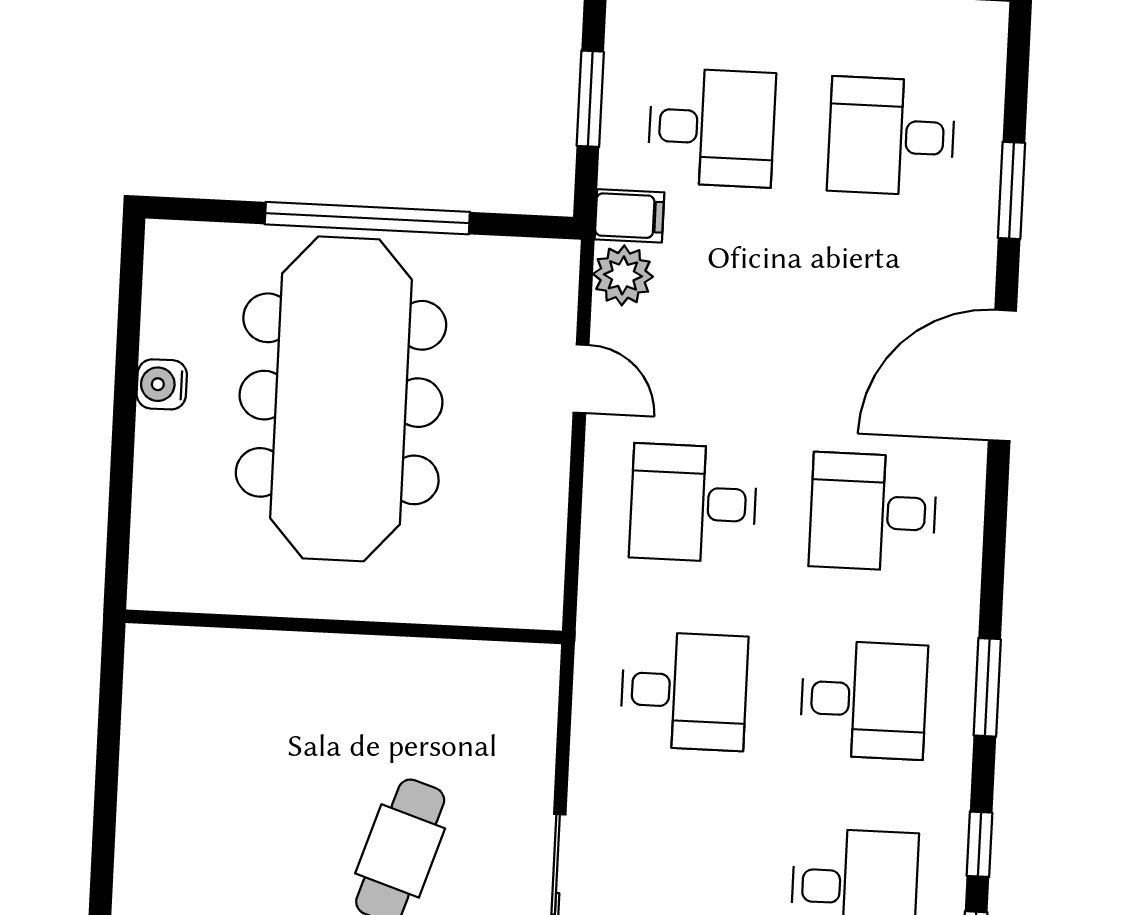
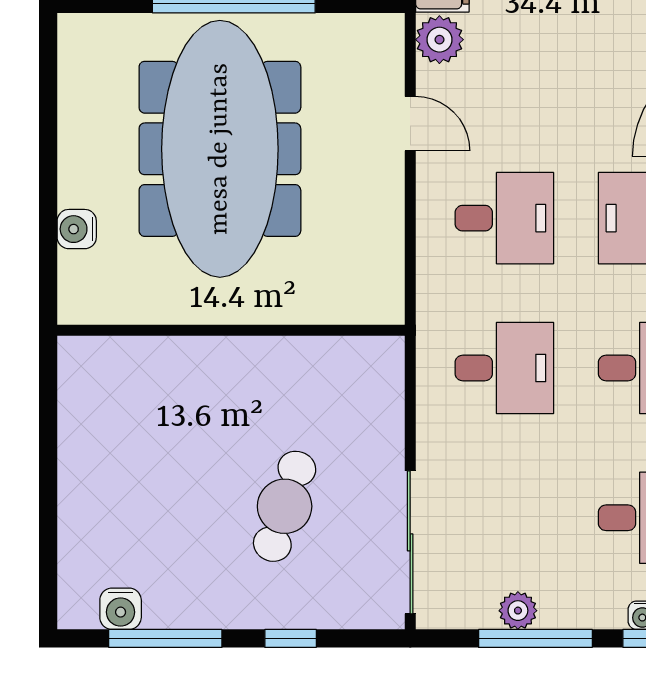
water cooler: (162, 384) -> (77, 229), moved
desk: (693, 503) -> (504, 218), turned 180

